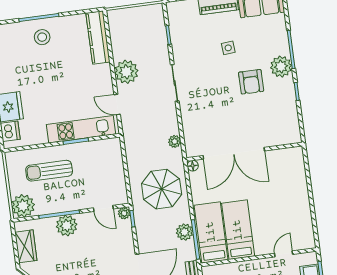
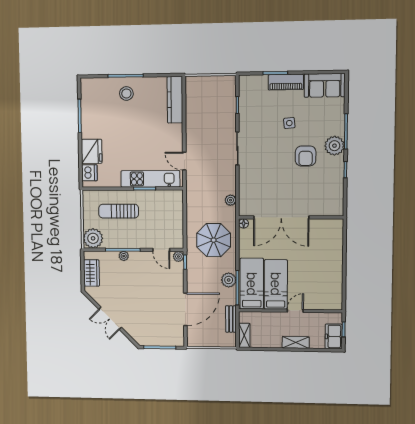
plant: (126, 72) -> (196, 133), removed
plant: (67, 226) -> (124, 256), width x0.53, depth x0.53
door: (284, 254) -> (295, 311), moved

